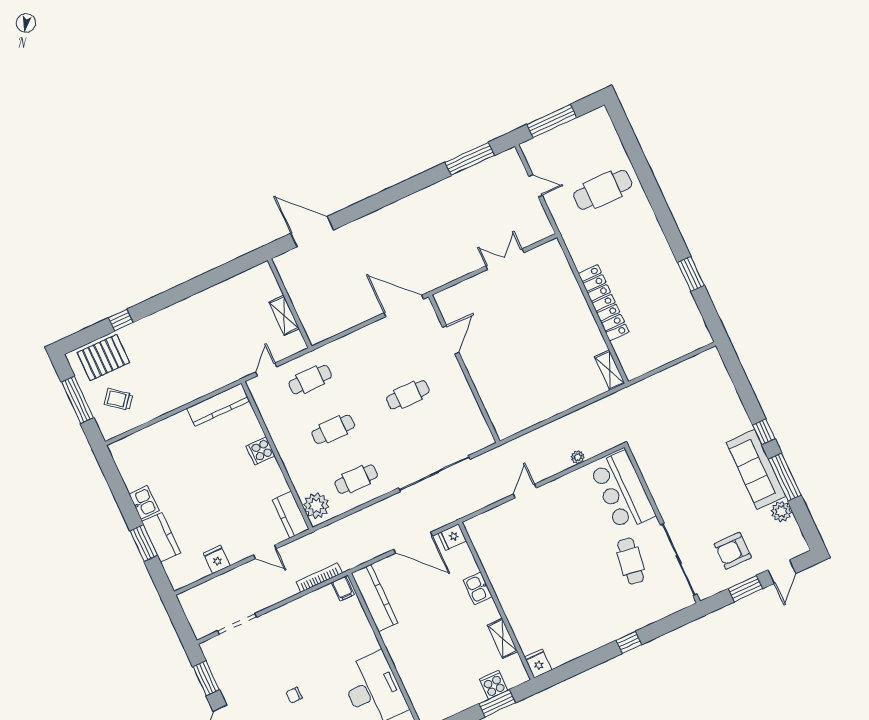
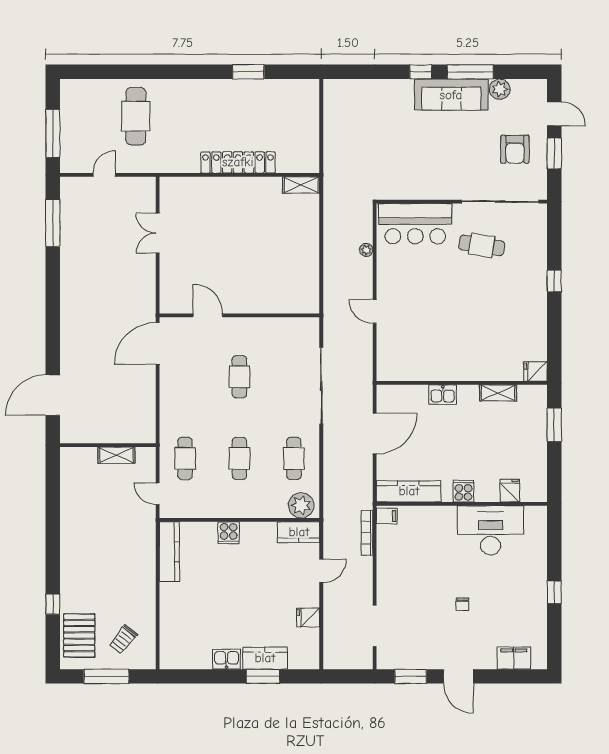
fridge: (452, 537) -> (510, 491), moved, turned 180
cooker: (494, 685) -> (463, 491), moved, turned 90

